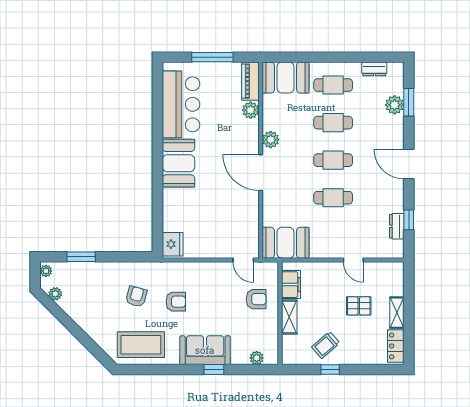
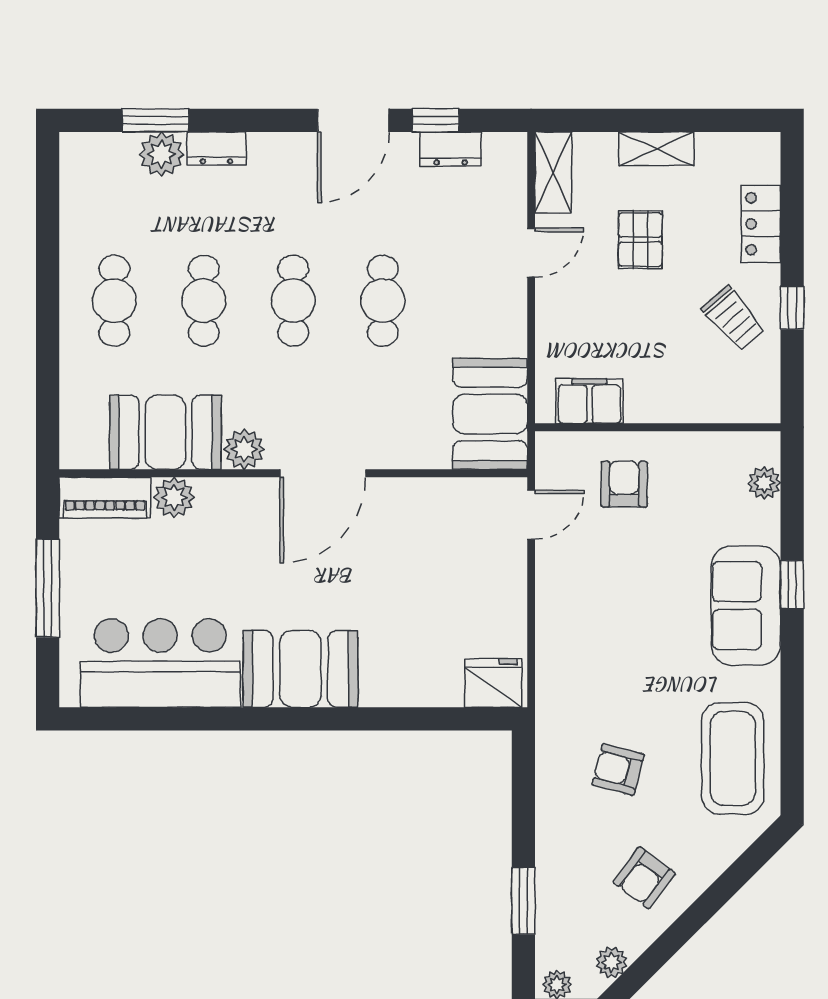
dresser: (374, 69) -> (216, 148), moved, turned 90
booth: (286, 78) -> (165, 432), moved, turned 90
door: (409, 164) -> (353, 120), moved
armchair: (176, 302) -> (644, 878), moved, turned -143
shelving: (289, 317) -> (553, 172), moved, turned 90
locker: (396, 346) -> (761, 224), moved, turned 90

